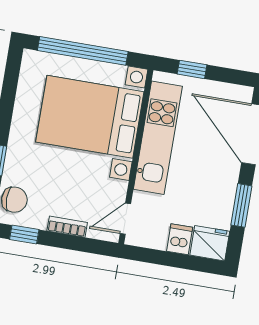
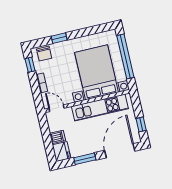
window: (192, 69) -> (141, 124), moved

